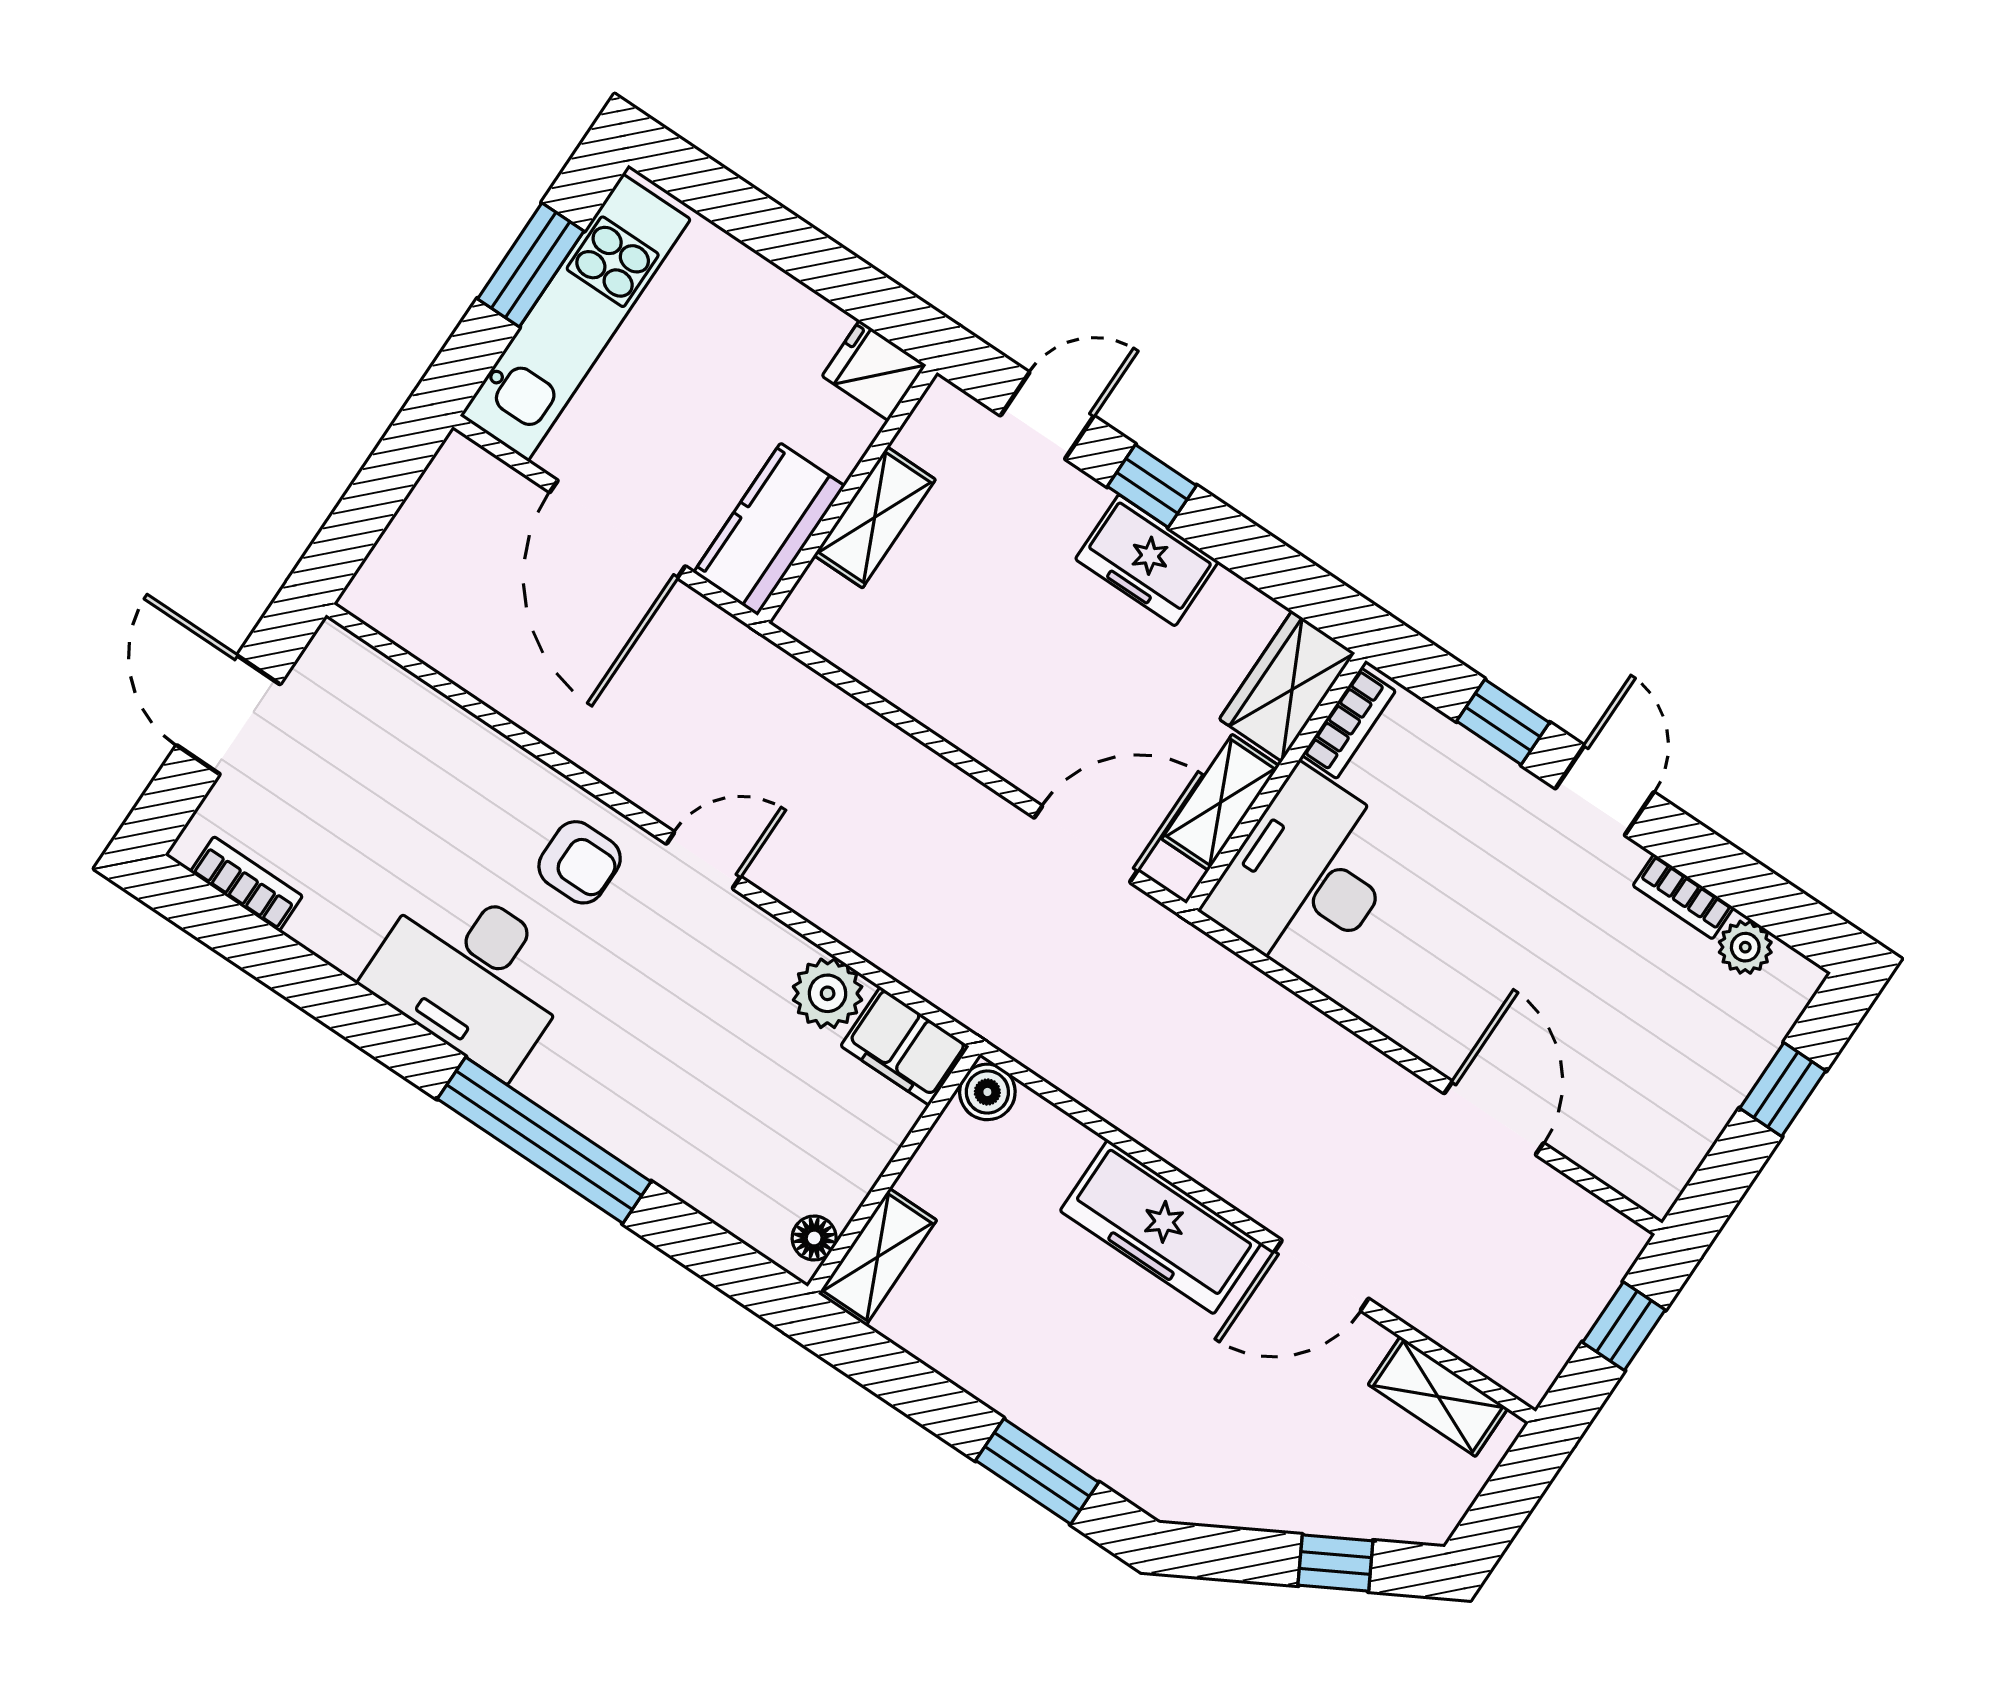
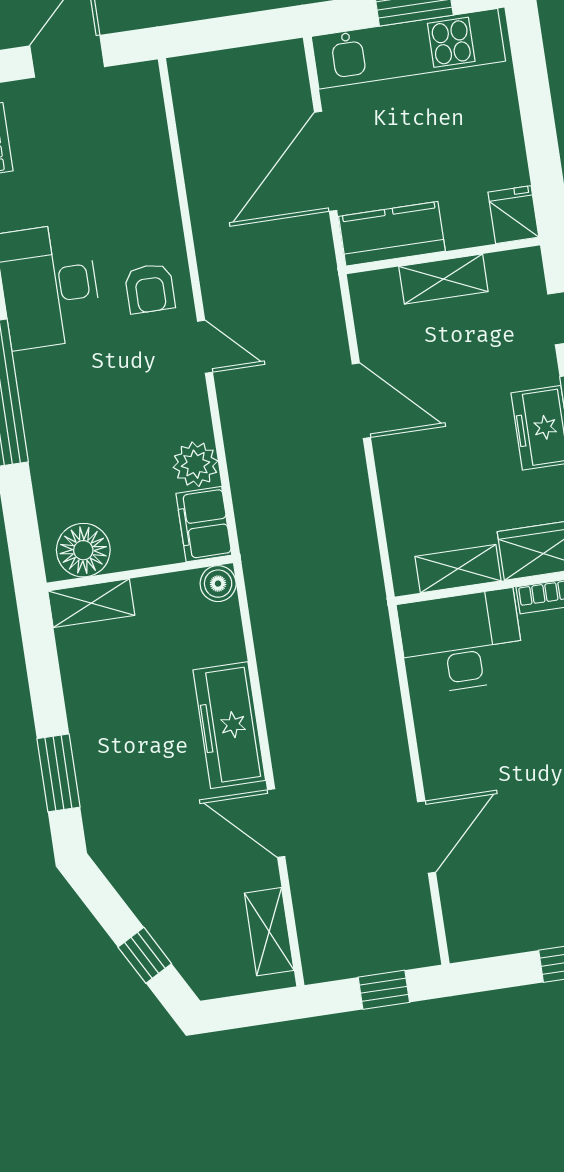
door: (1086, 844) -> (361, 401), moved
floor lamp: (814, 1238) -> (83, 550), width x1.89, depth x1.89

